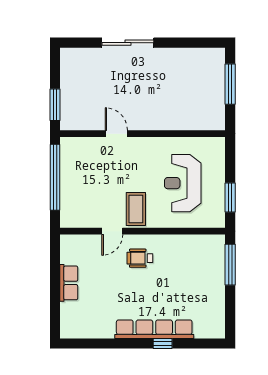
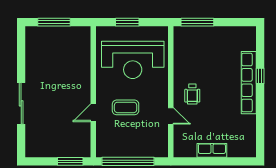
reception desk: (183, 183) -> (133, 60), width x1.36, depth x1.30
window: (230, 198) -> (127, 22), moved
coffee table: (136, 209) -> (126, 107), moved

